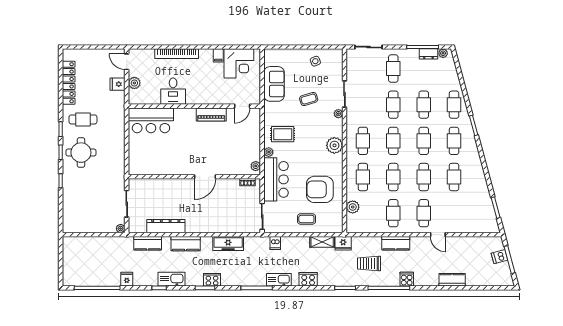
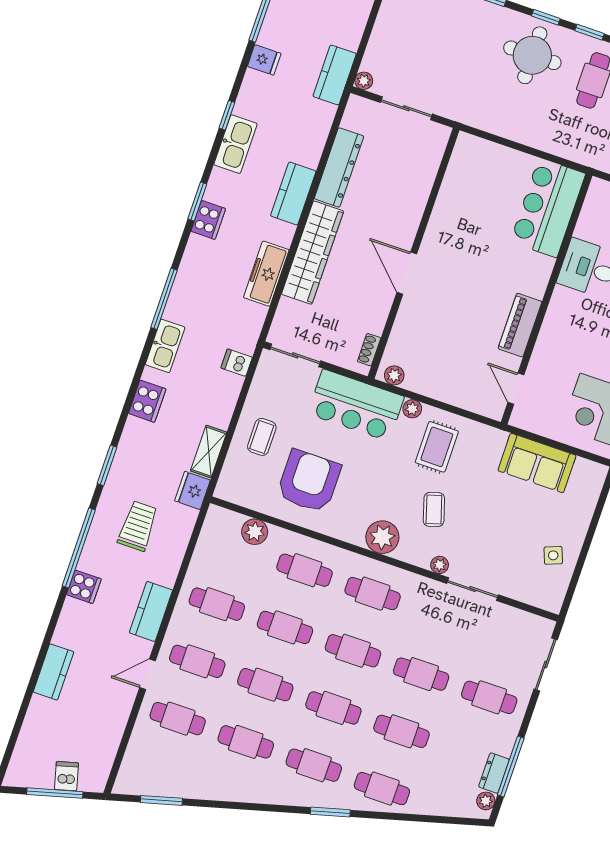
coffee table: (309, 99) -> (434, 509), moved
cafe table: (454, 213) -> (178, 719), added
wardrobe: (211, 225) -> (313, 253), added
kitchen counter: (148, 243) -> (335, 75), moved
kitchen counter: (396, 243) -> (151, 611), moved

